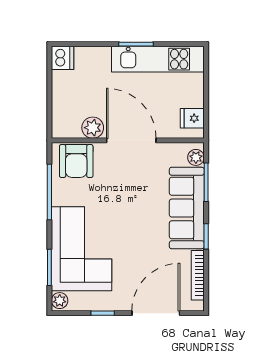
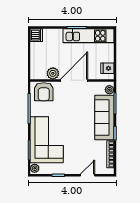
door: (131, 140) -> (74, 80), hinge flipped
door: (156, 313) -> (88, 175), width x0.53

